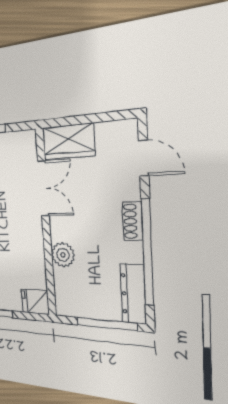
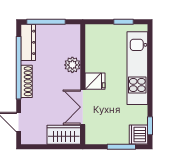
shoe rack: (133, 221) -> (26, 81), width x1.43
fridge: (35, 302) -> (95, 81), moved

